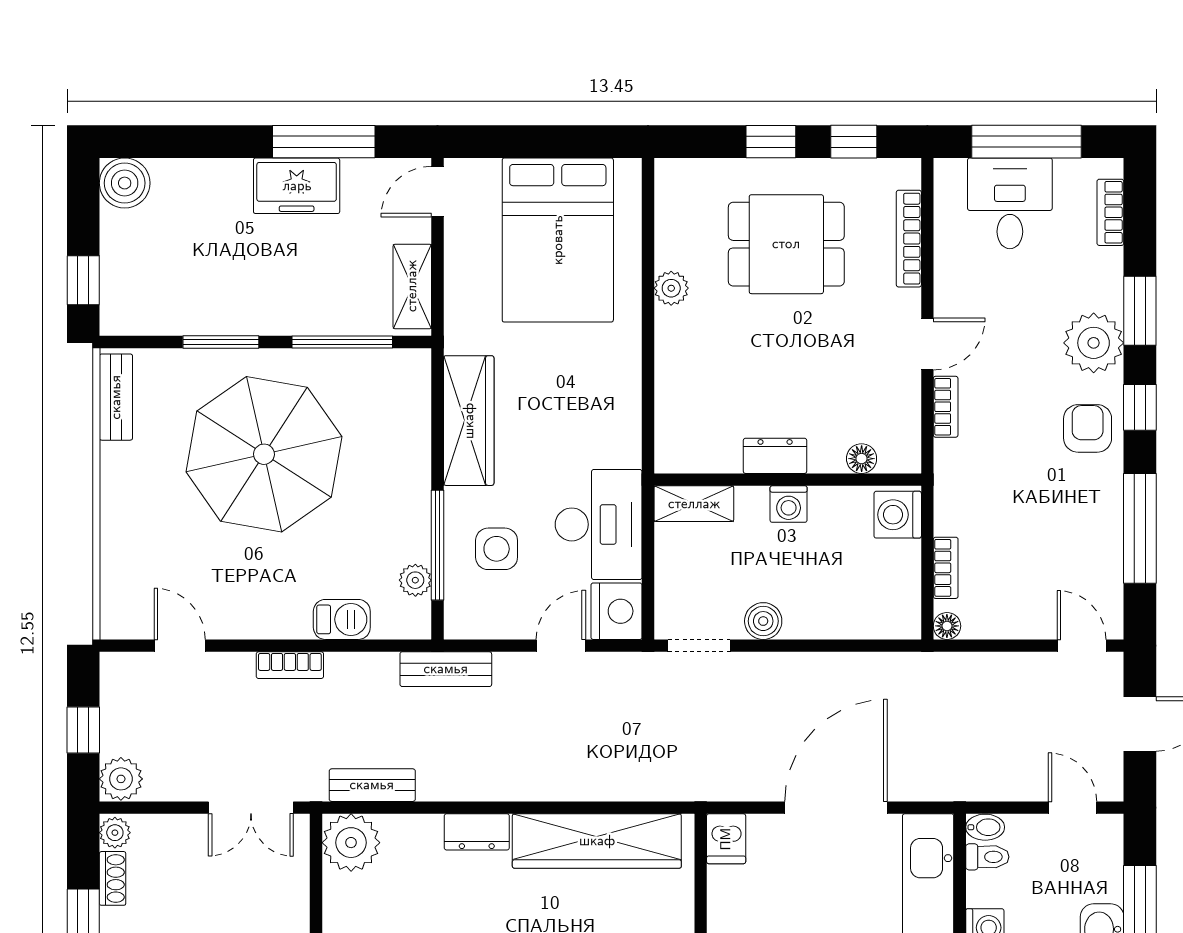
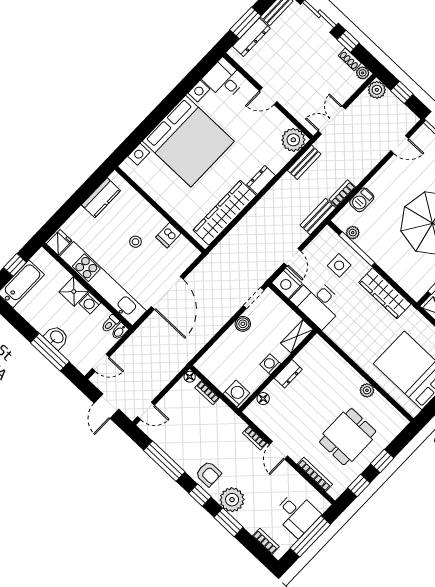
bookcase: (290, 665) -> (342, 193), moved
dishwasher: (726, 839) -> (168, 235), moved, turned -90

